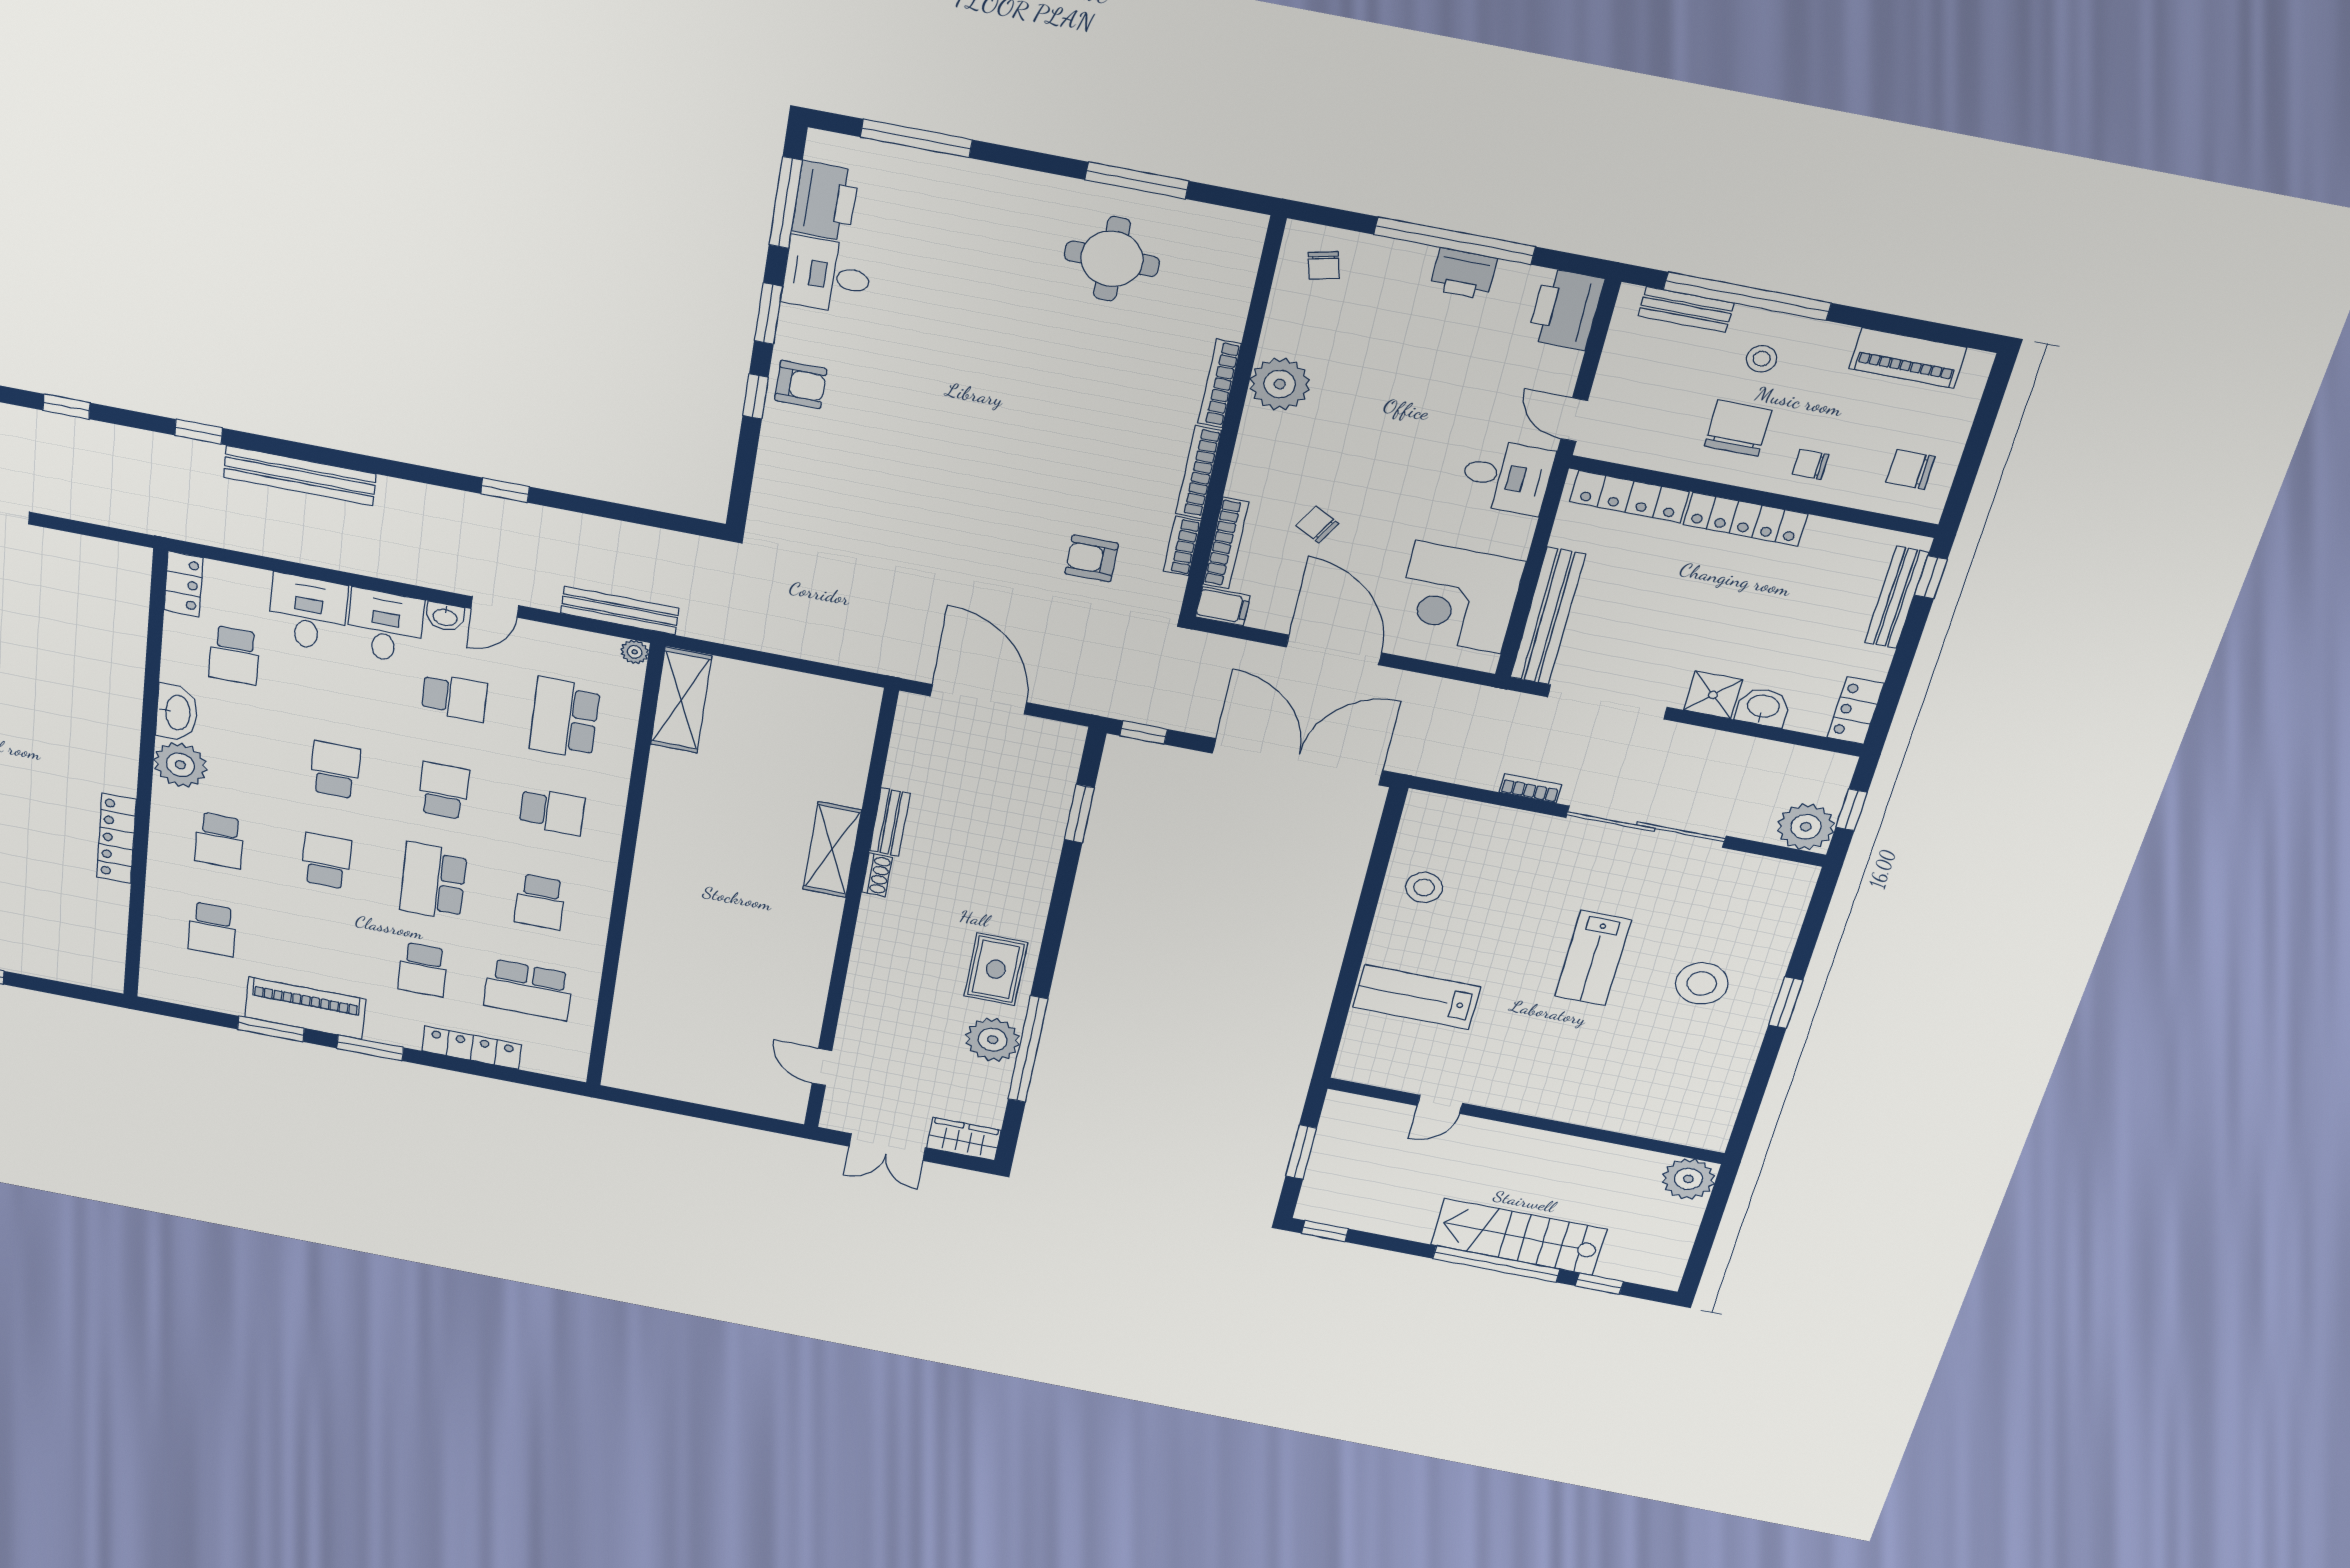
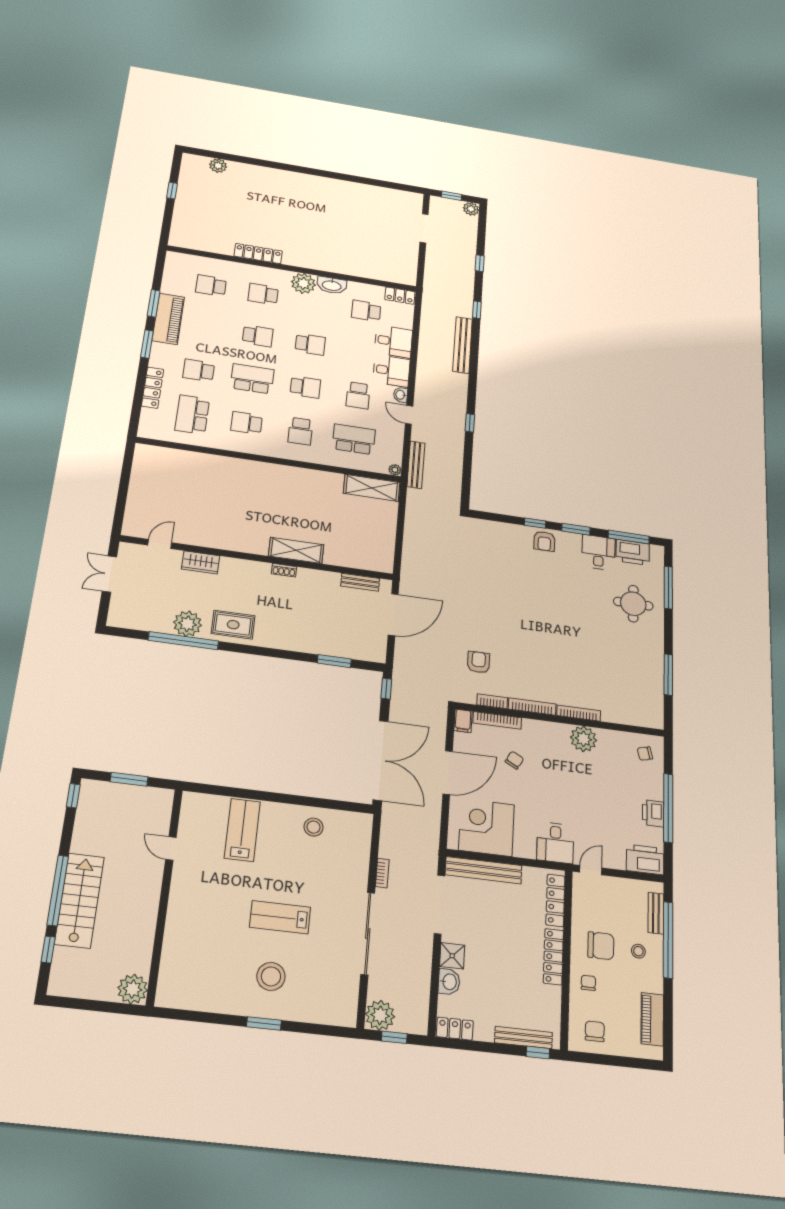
round table: (1112, 259) -> (633, 604), moved
bench: (890, 822) -> (360, 582), moved
wardrobe: (964, 1139) -> (201, 562), moved, turned 90

